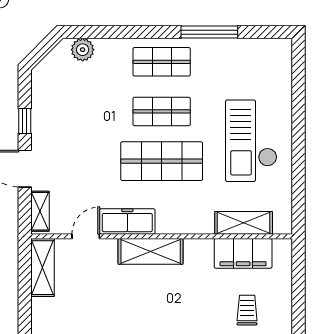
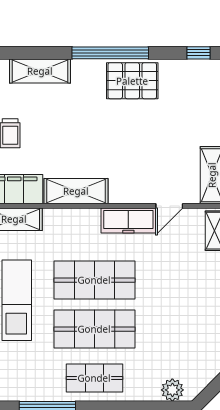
shop shelf: (162, 111) -> (94, 329), width x1.43, depth x1.36
shelving: (151, 251) -> (76, 191), moved

